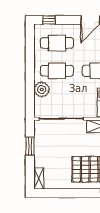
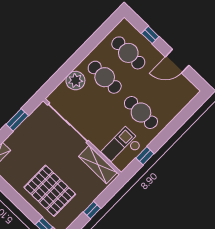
window: (49, 20) -> (150, 35), moved

